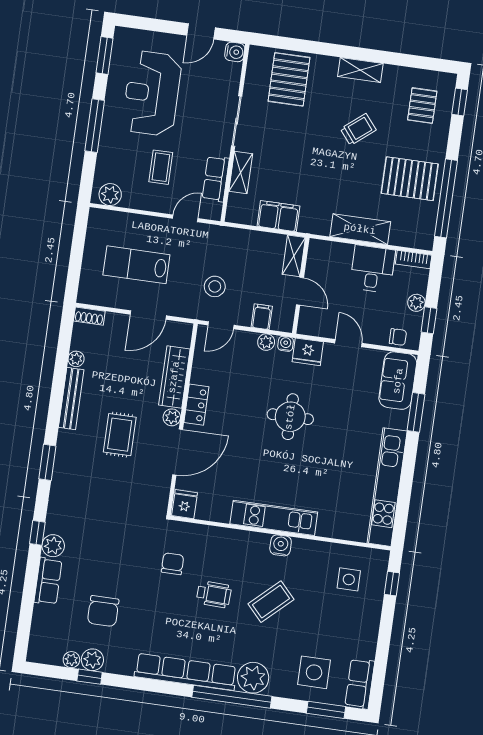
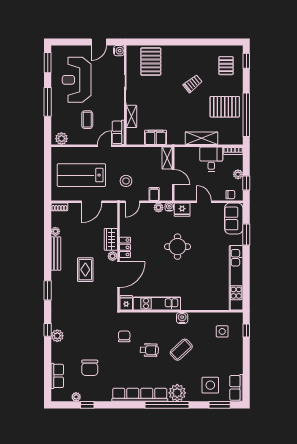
shelving: (360, 70) -> (189, 51), removed
row of seats: (216, 179) -> (118, 132), moved
lab bench: (136, 265) -> (81, 175), width x1.36, depth x1.39
wardrobe: (174, 377) -> (111, 239), width x0.67
kitchen unit: (274, 518) -> (157, 303), moved
row of seats: (48, 581) -> (57, 376), moved
plant: (92, 660) -> (88, 395), removed

